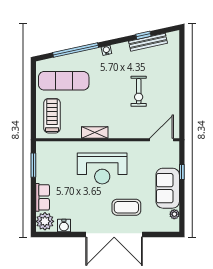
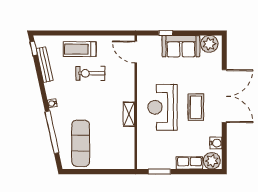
window: (143, 35) -> (34, 48), moved
exercise bike: (139, 91) -> (90, 73), turned 180
treadmill: (52, 116) -> (80, 49), moved
reception desk: (102, 168) -> (163, 107), turned 180
coffee table: (126, 207) -> (196, 107), moved
plant: (174, 214) -> (209, 44), width x1.87, depth x1.87

